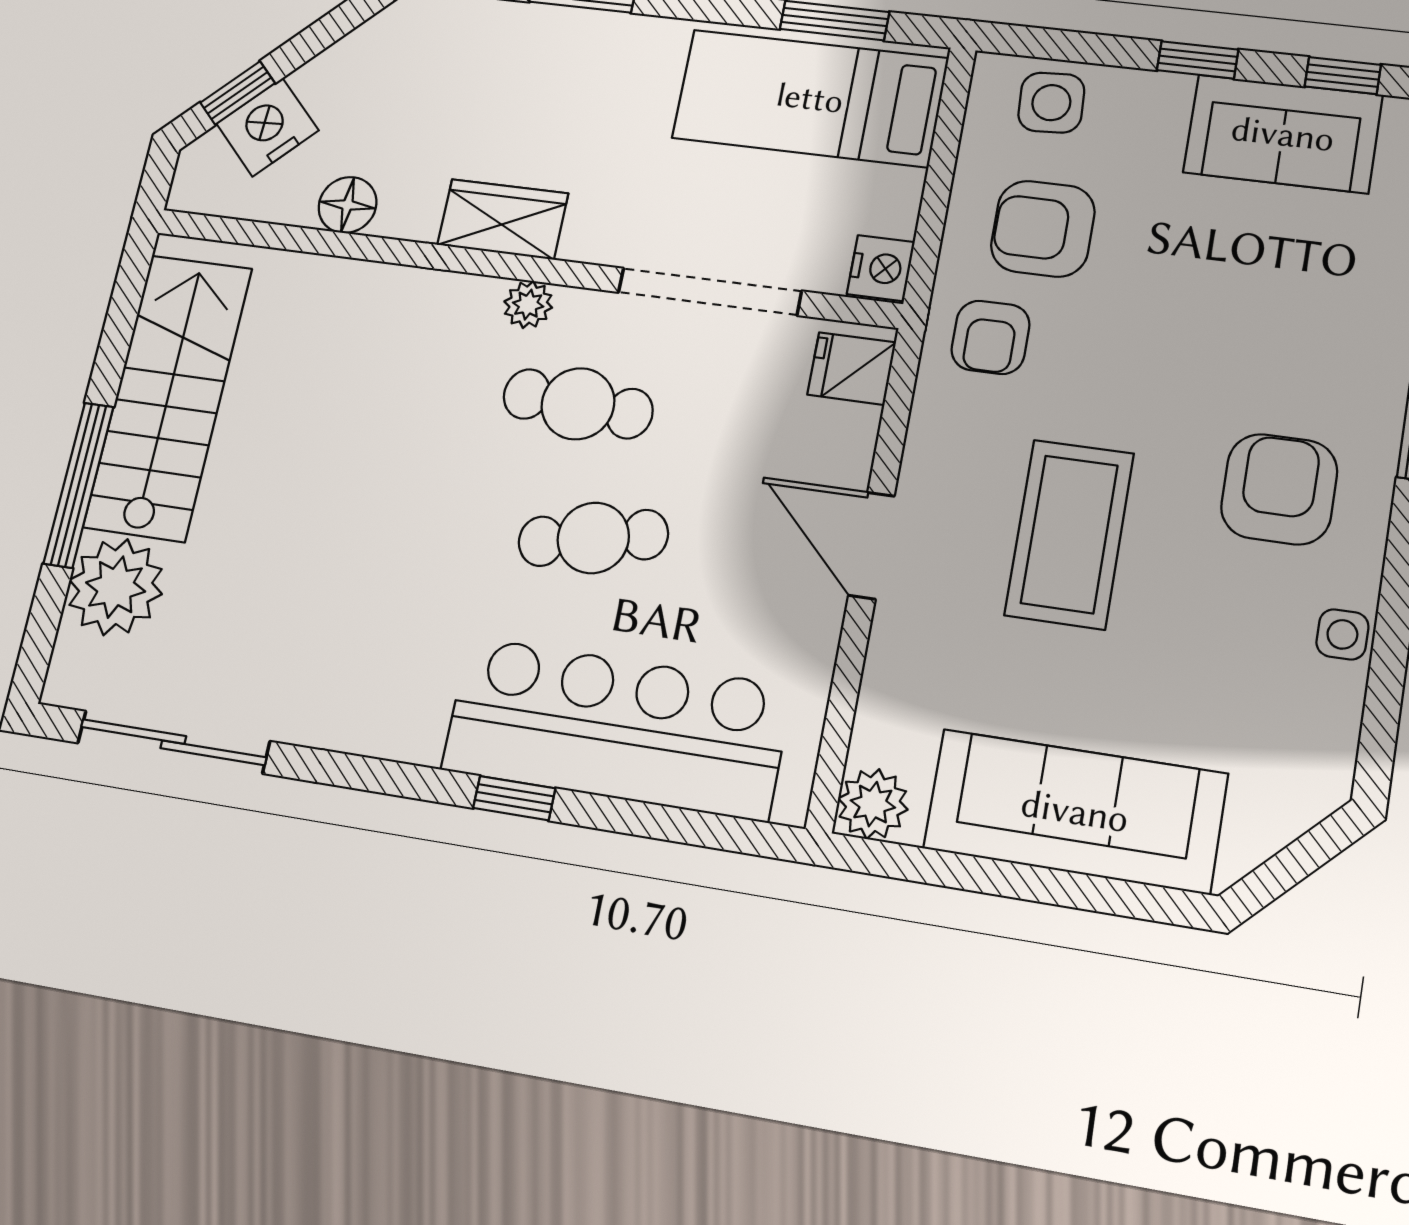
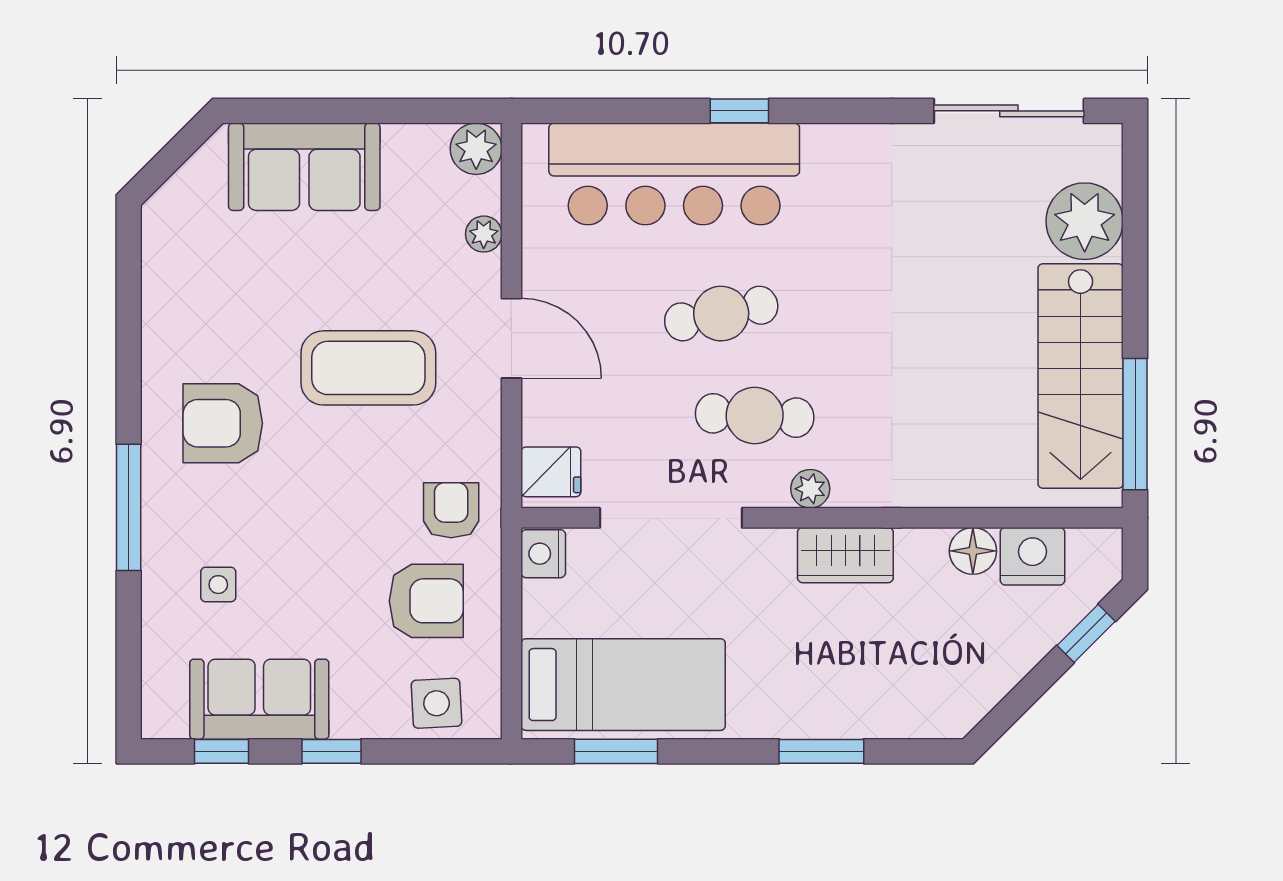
nightstand: (267, 127) -> (1032, 556), moved, turned -135
window: (79, 485) -> (1135, 424), moved
armchair: (1279, 489) -> (223, 423), turned 90
coffee table: (1069, 534) -> (368, 368), turned 90
side table: (1342, 634) -> (218, 585), moved
plant: (883, 688) -> (484, 234), added
sofa: (1075, 811) -> (304, 167), width x0.73

